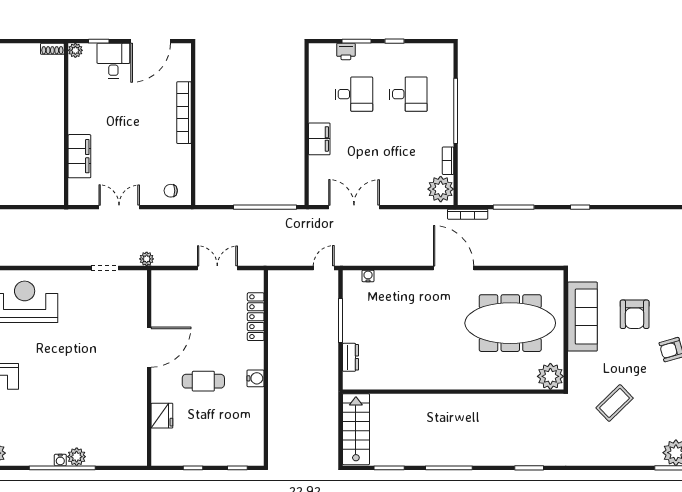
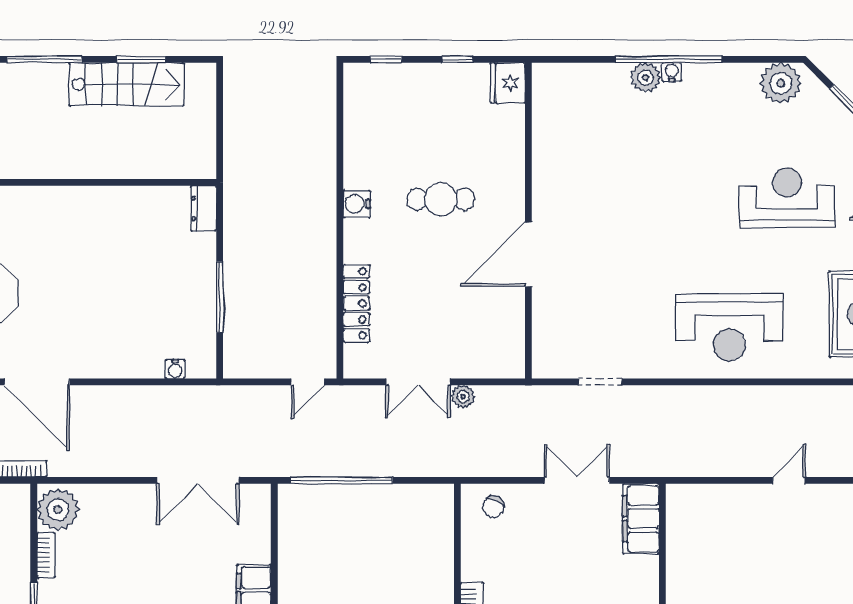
filing cabinet: (79, 156) -> (641, 519), moved
chair: (171, 191) -> (494, 507), turned 116
double door: (119, 207) -> (577, 480), swing flipped
plant: (147, 259) -> (463, 397), moved
door: (324, 268) -> (308, 382), moved
dresser: (350, 357) -> (204, 208), moved
fridge: (162, 416) -> (508, 83), moved
stairs: (356, 429) -> (127, 84), moved, turned -90

